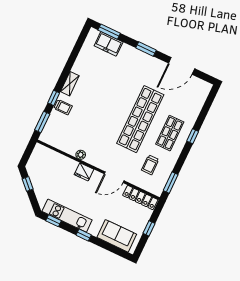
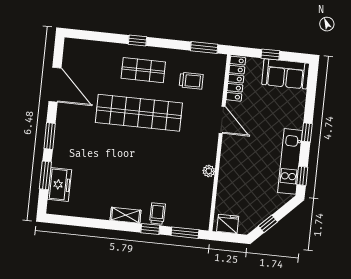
window: (109, 32) -> (45, 175), moved
fridge: (84, 172) -> (228, 224), moved, turned -90
sofa: (117, 236) -> (286, 74), moved, turned -90

